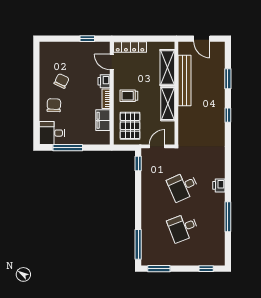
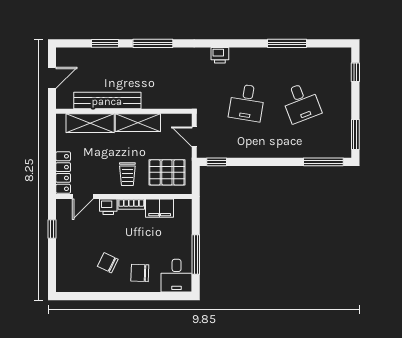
window: (228, 115) -> (153, 43), width x2.17
printer: (219, 185) -> (220, 55), moved
desk: (183, 186) -> (247, 103), turned 33

